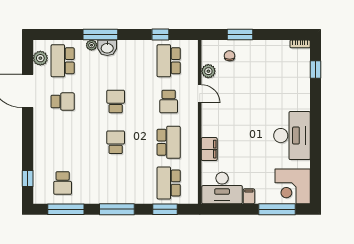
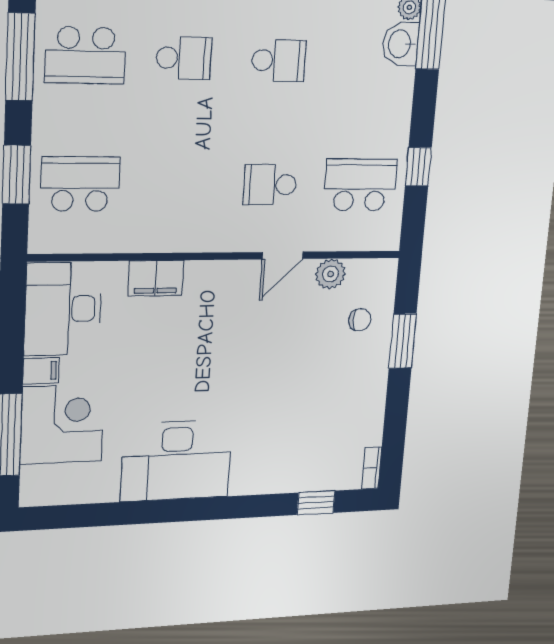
school desk: (169, 142) -> (85, 55), moved
corner desk: (293, 186) -> (62, 424), moved, turned 90

